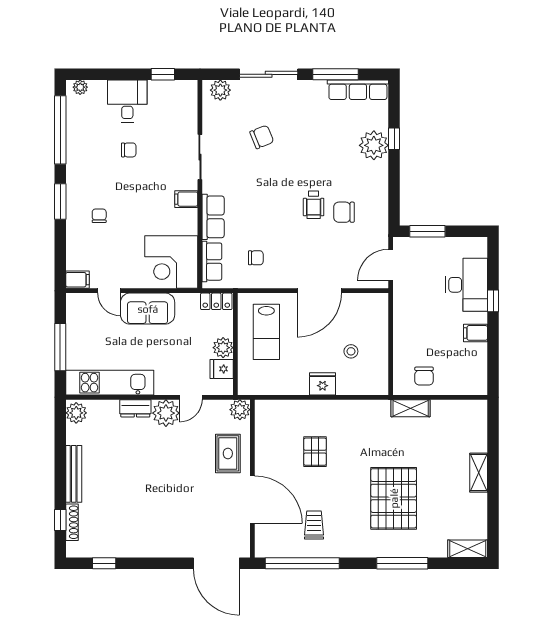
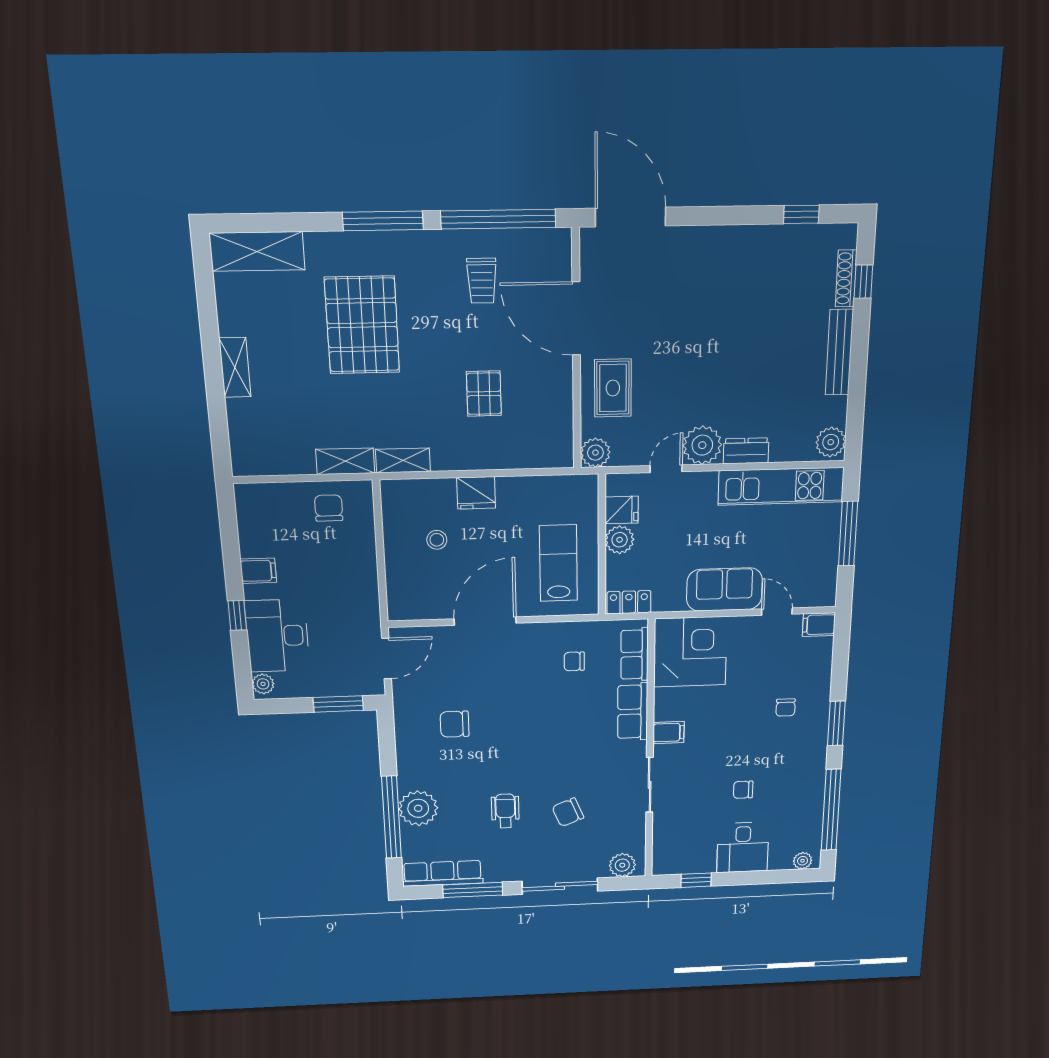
window: (394, 139) -> (391, 817), width x3.17
wheelchair: (314, 205) -> (505, 811), moved
chair: (344, 212) -> (455, 724), turned 180
plant: (480, 249) -> (263, 684), added
shelving: (372, 408) -> (403, 460), added
shelving: (468, 549) -> (257, 251), width x1.50, depth x1.33
window: (402, 563) -> (383, 221), moved

